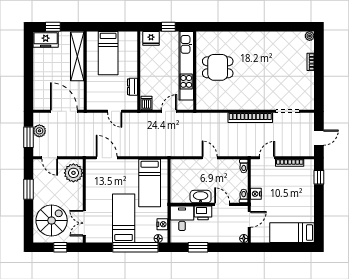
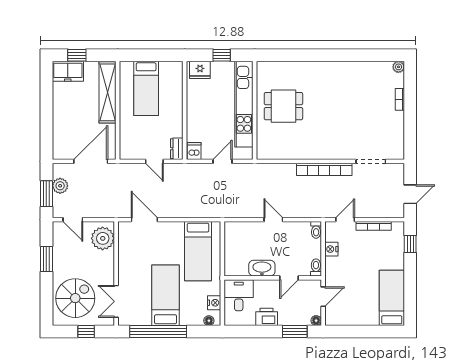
dresser: (133, 87) -> (177, 149), moved
door: (64, 111) -> (91, 161), hinge flipped
nightstand: (256, 194) -> (331, 249), moved
door: (222, 204) -> (289, 278), swing flipped
printer: (203, 213) -> (267, 317), moved, turned 180
bed: (292, 233) -> (392, 298), moved, turned 90
window: (135, 247) -> (158, 331), moved
window: (198, 247) -> (295, 331), moved

